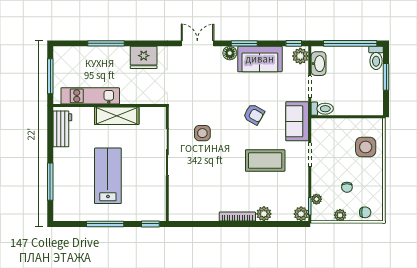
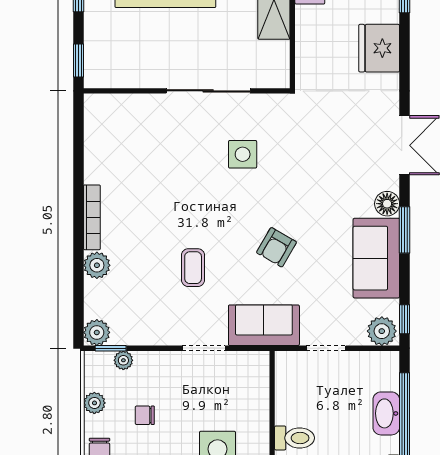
washbasin: (319, 64) -> (386, 413), moved, turned 90
toilet: (322, 109) -> (294, 438), moved, turned -90
coffee table: (265, 161) -> (193, 268), width x0.54, depth x0.58

